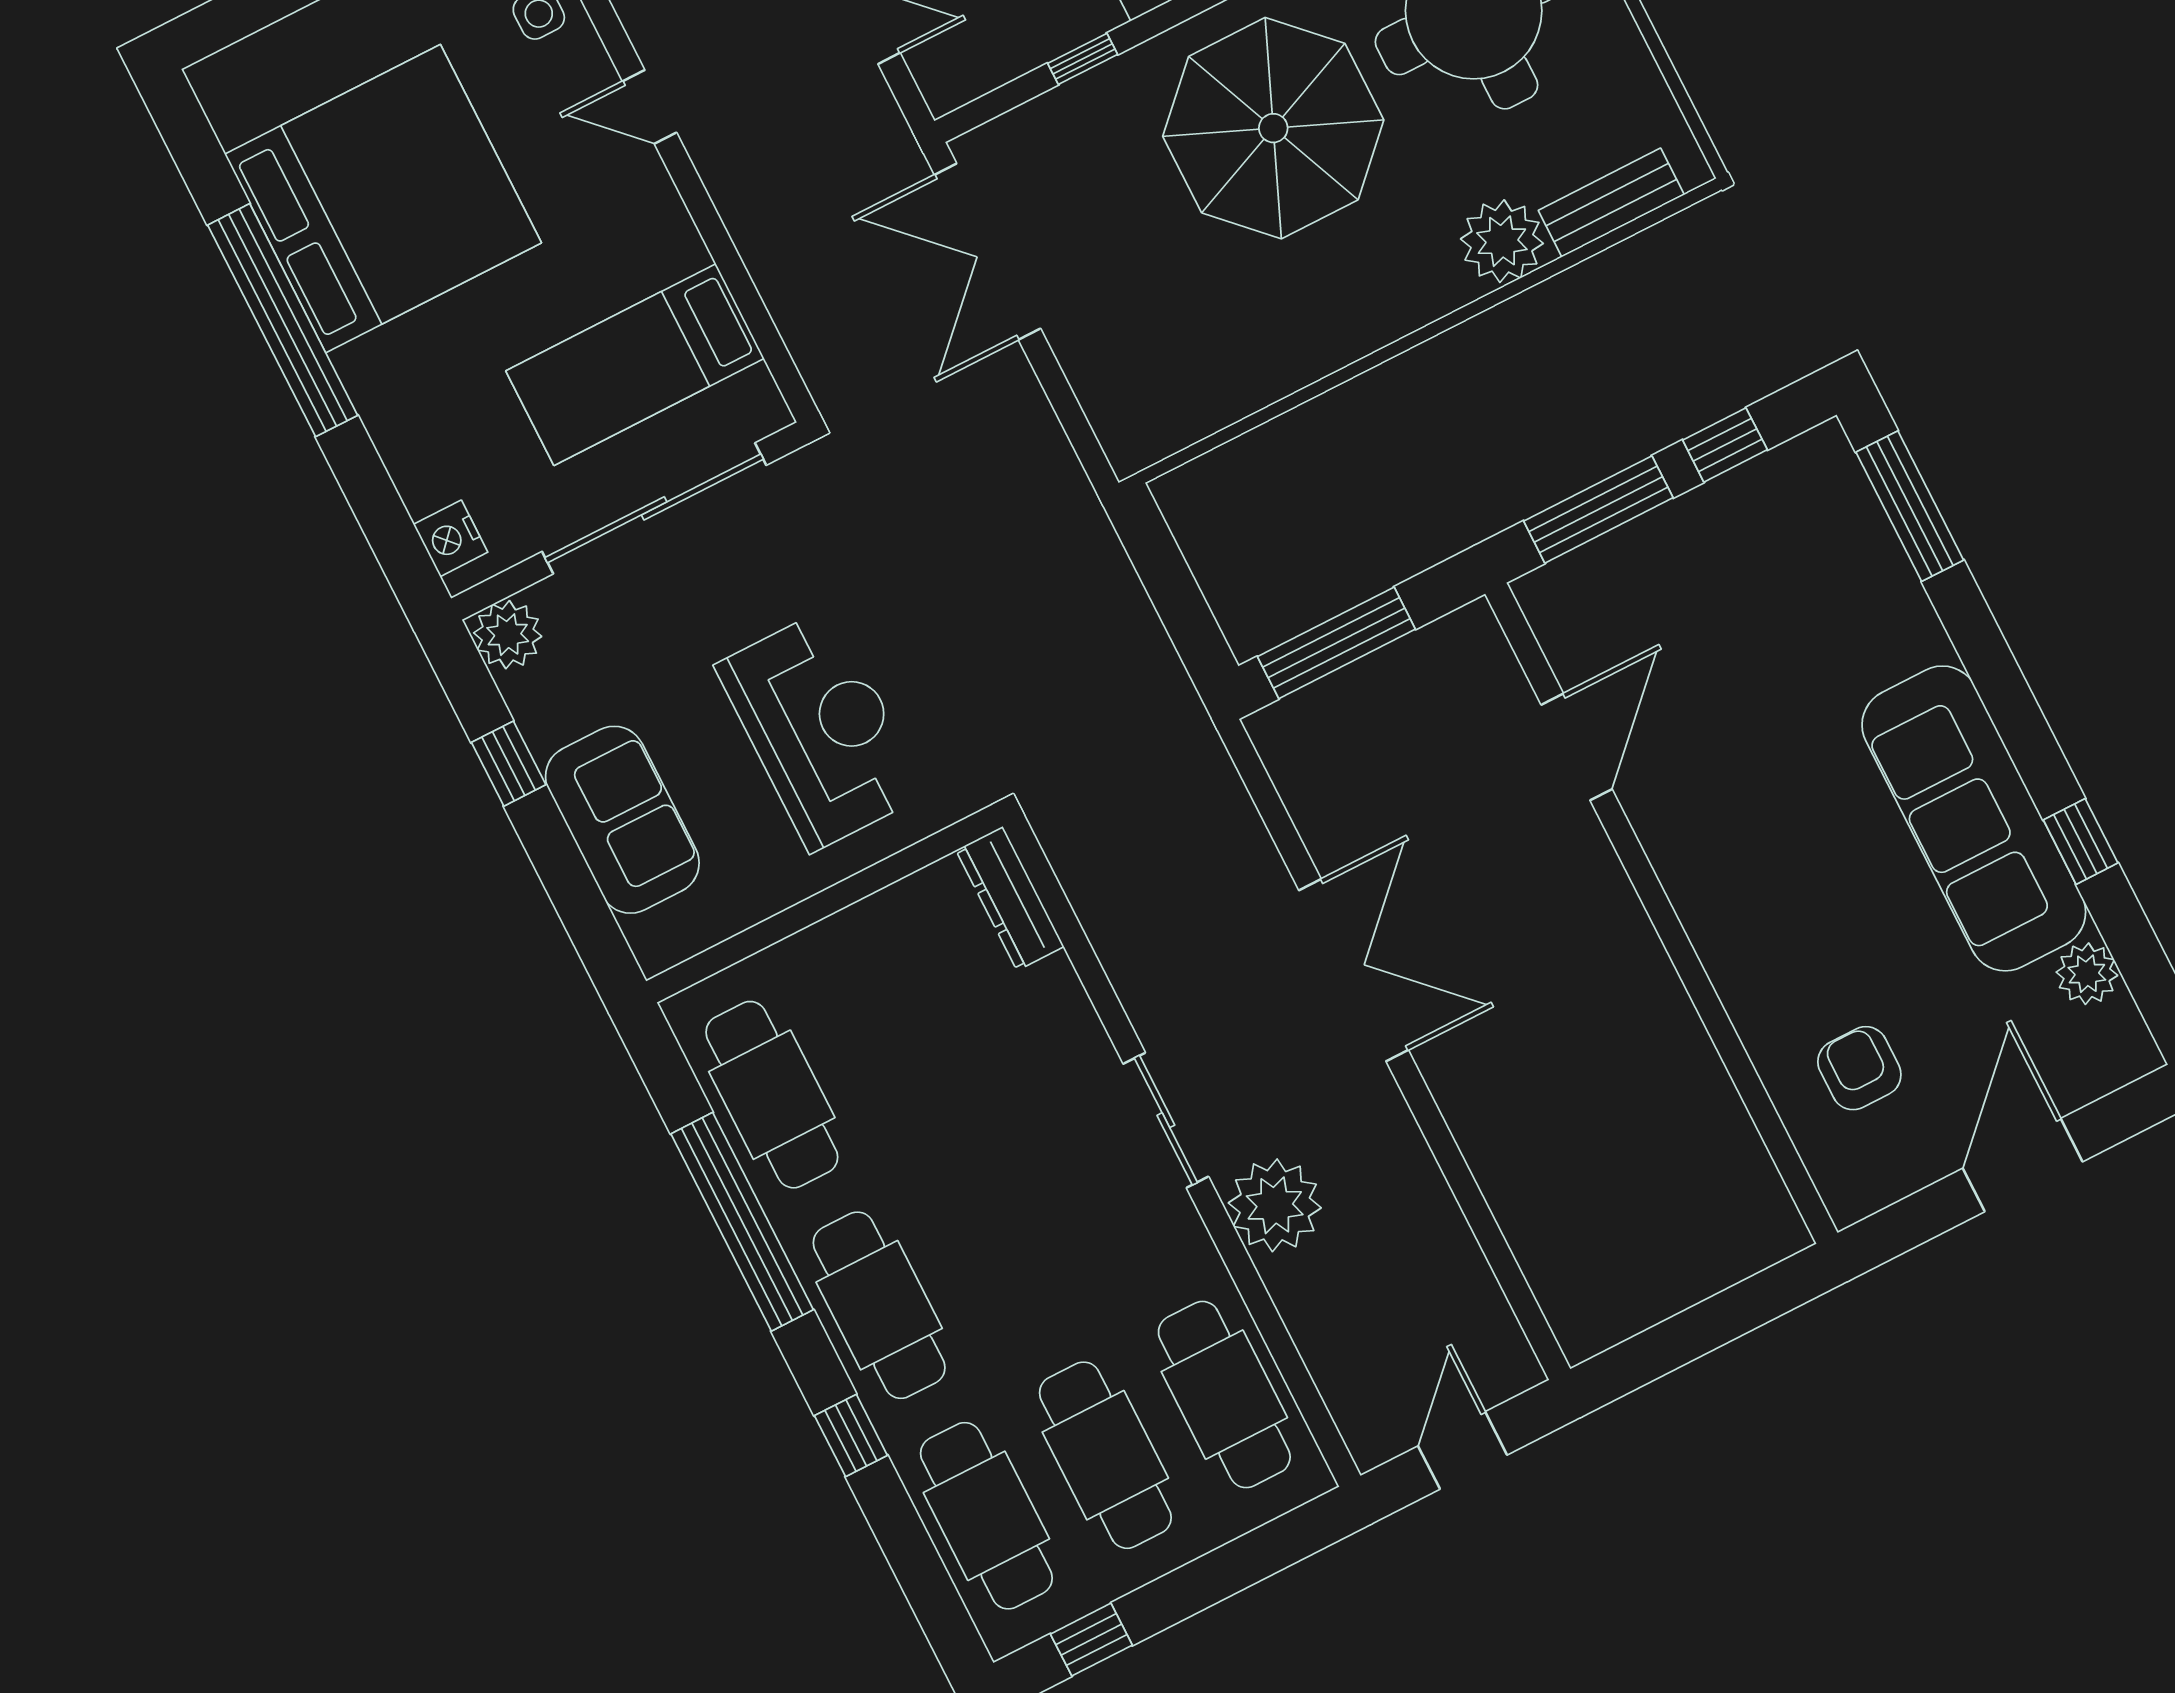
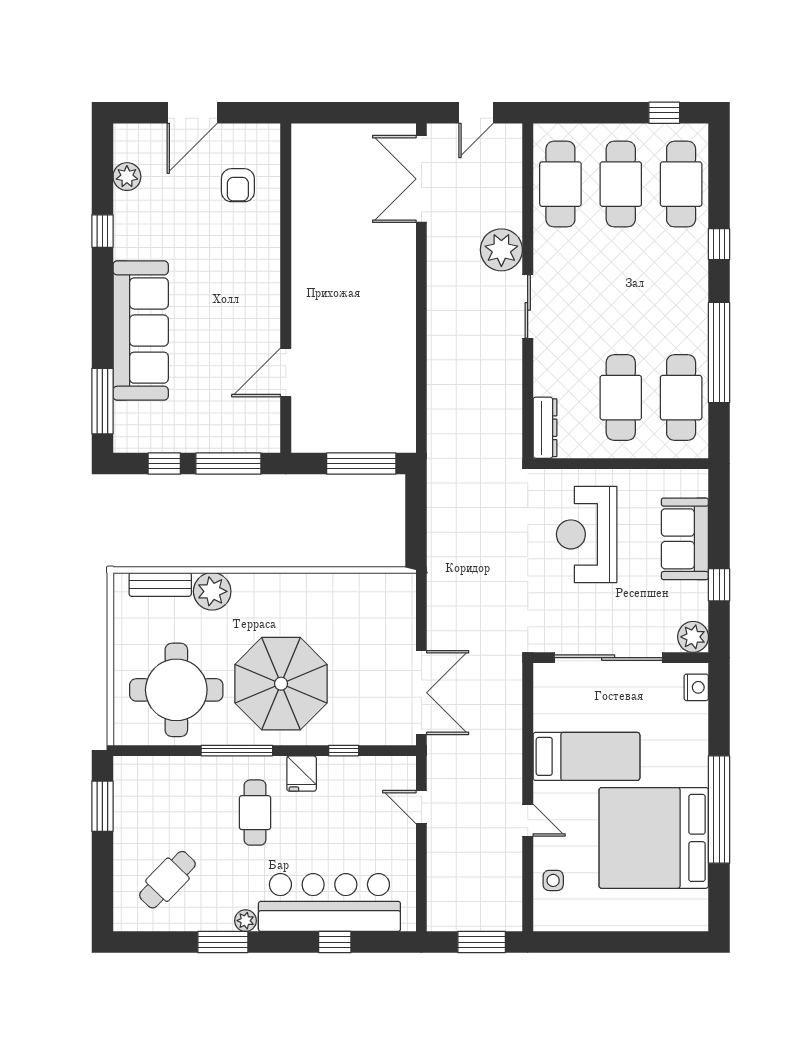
bed: (635, 365) -> (586, 756), moved
sofa: (1974, 818) -> (141, 331), moved
double door: (1354, 970) -> (421, 179), moved
cafe table: (879, 1305) -> (621, 398), moved

